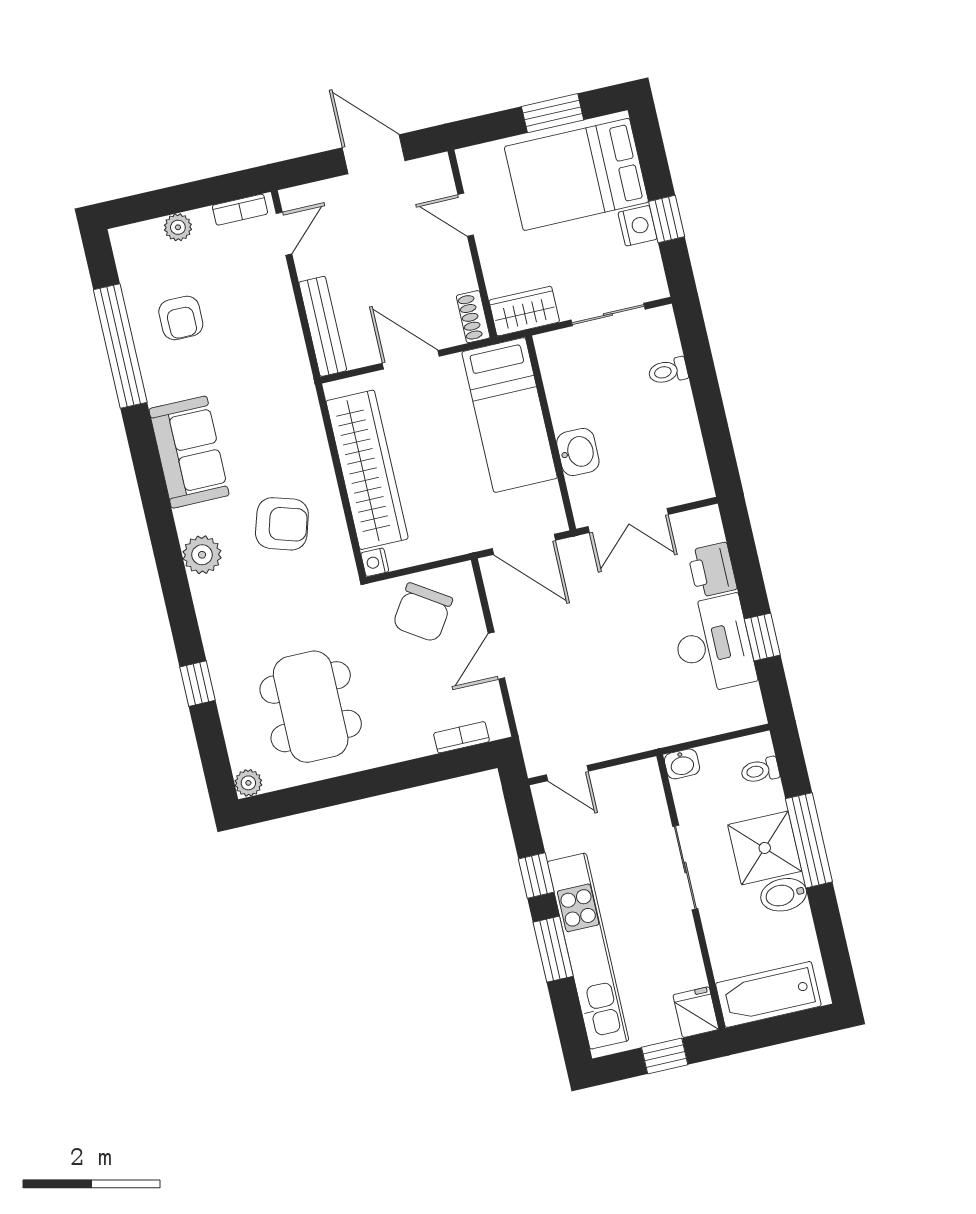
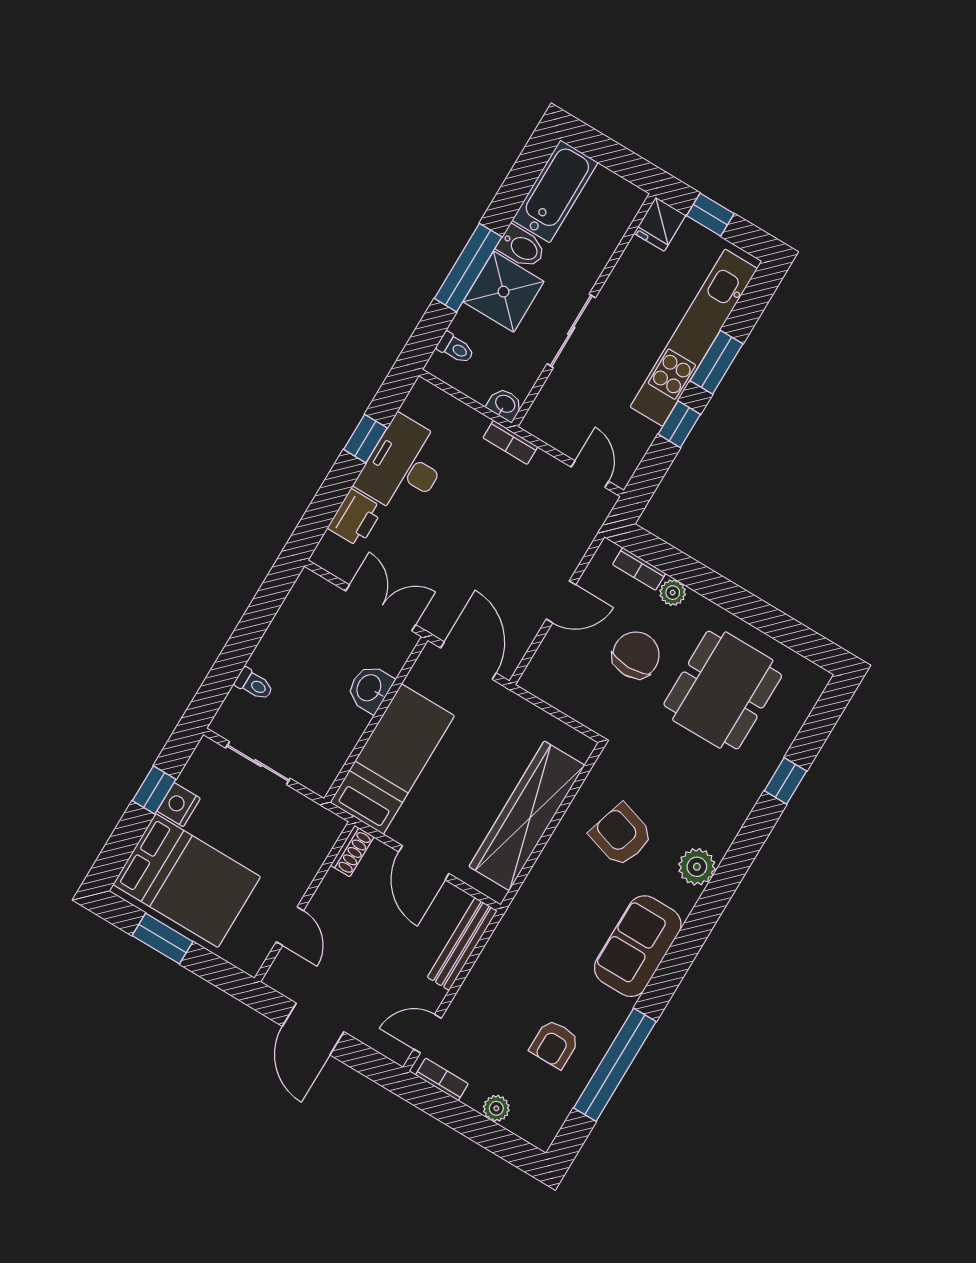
wardrobe: (524, 311) -> (313, 821), removed
armchair: (181, 318) -> (554, 1044), turned 180
nightstand: (375, 562) -> (583, 747), removed
chair: (423, 613) -> (636, 655), moved, turned -33
bookcase: (650, 739) -> (510, 442), added
plant: (248, 783) -> (673, 593), moved
bathtub: (768, 994) -> (555, 191), moved, turned -90

